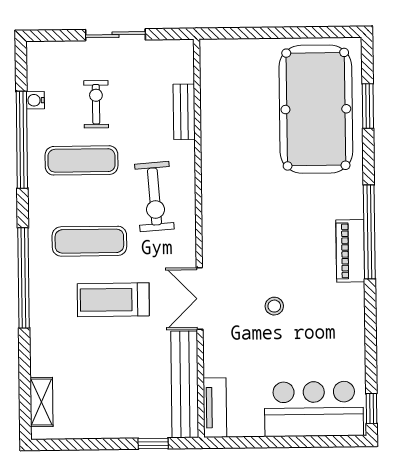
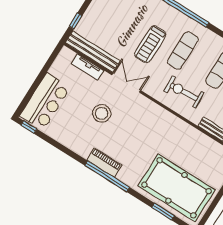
treadmill: (113, 300) -> (150, 44), turned 180
stool: (274, 306) -> (102, 113), width x1.89, depth x1.89
tv unit: (215, 408) -> (88, 67), moved

